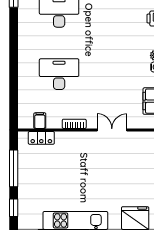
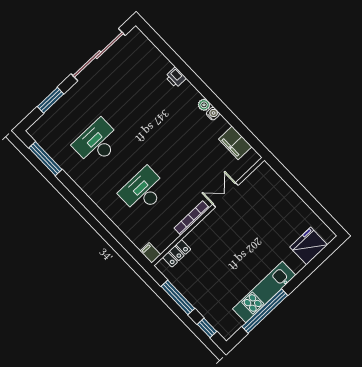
filing cabinet: (40, 121) -> (150, 253), moved
bookcase: (74, 124) -> (192, 218), width x1.56

